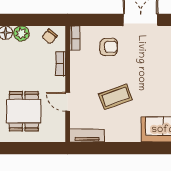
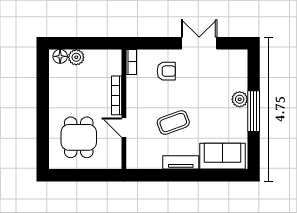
chair: (50, 36) -> (105, 60), removed
bookcase: (61, 64) -> (117, 95), width x1.56
tv unit: (87, 136) -> (181, 162), moved

